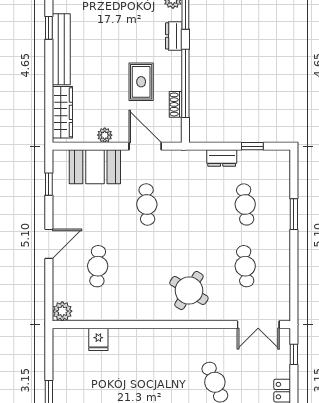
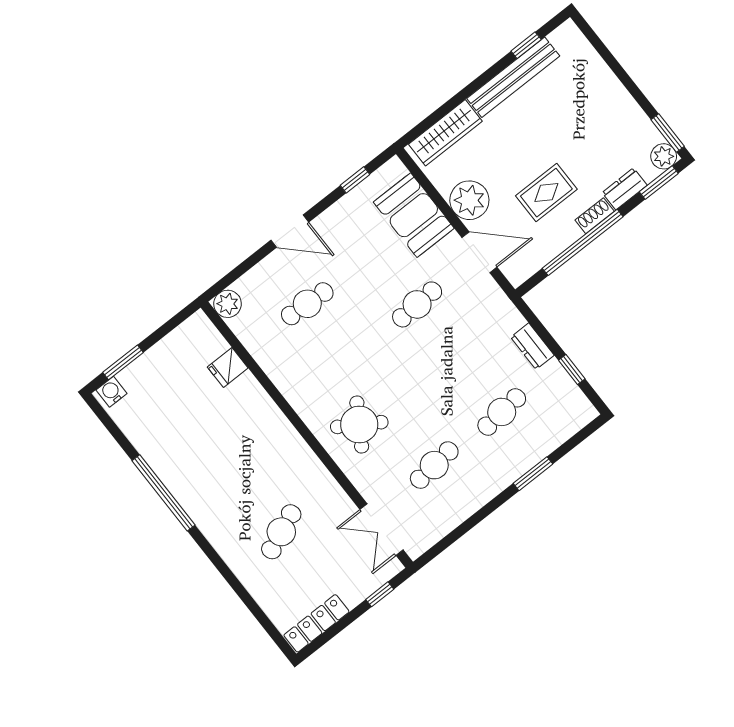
shoe rack: (176, 104) -> (595, 216), moved
plant: (105, 135) -> (469, 200), width x1.87, depth x1.87
door: (145, 146) -> (479, 252), hinge flipped

